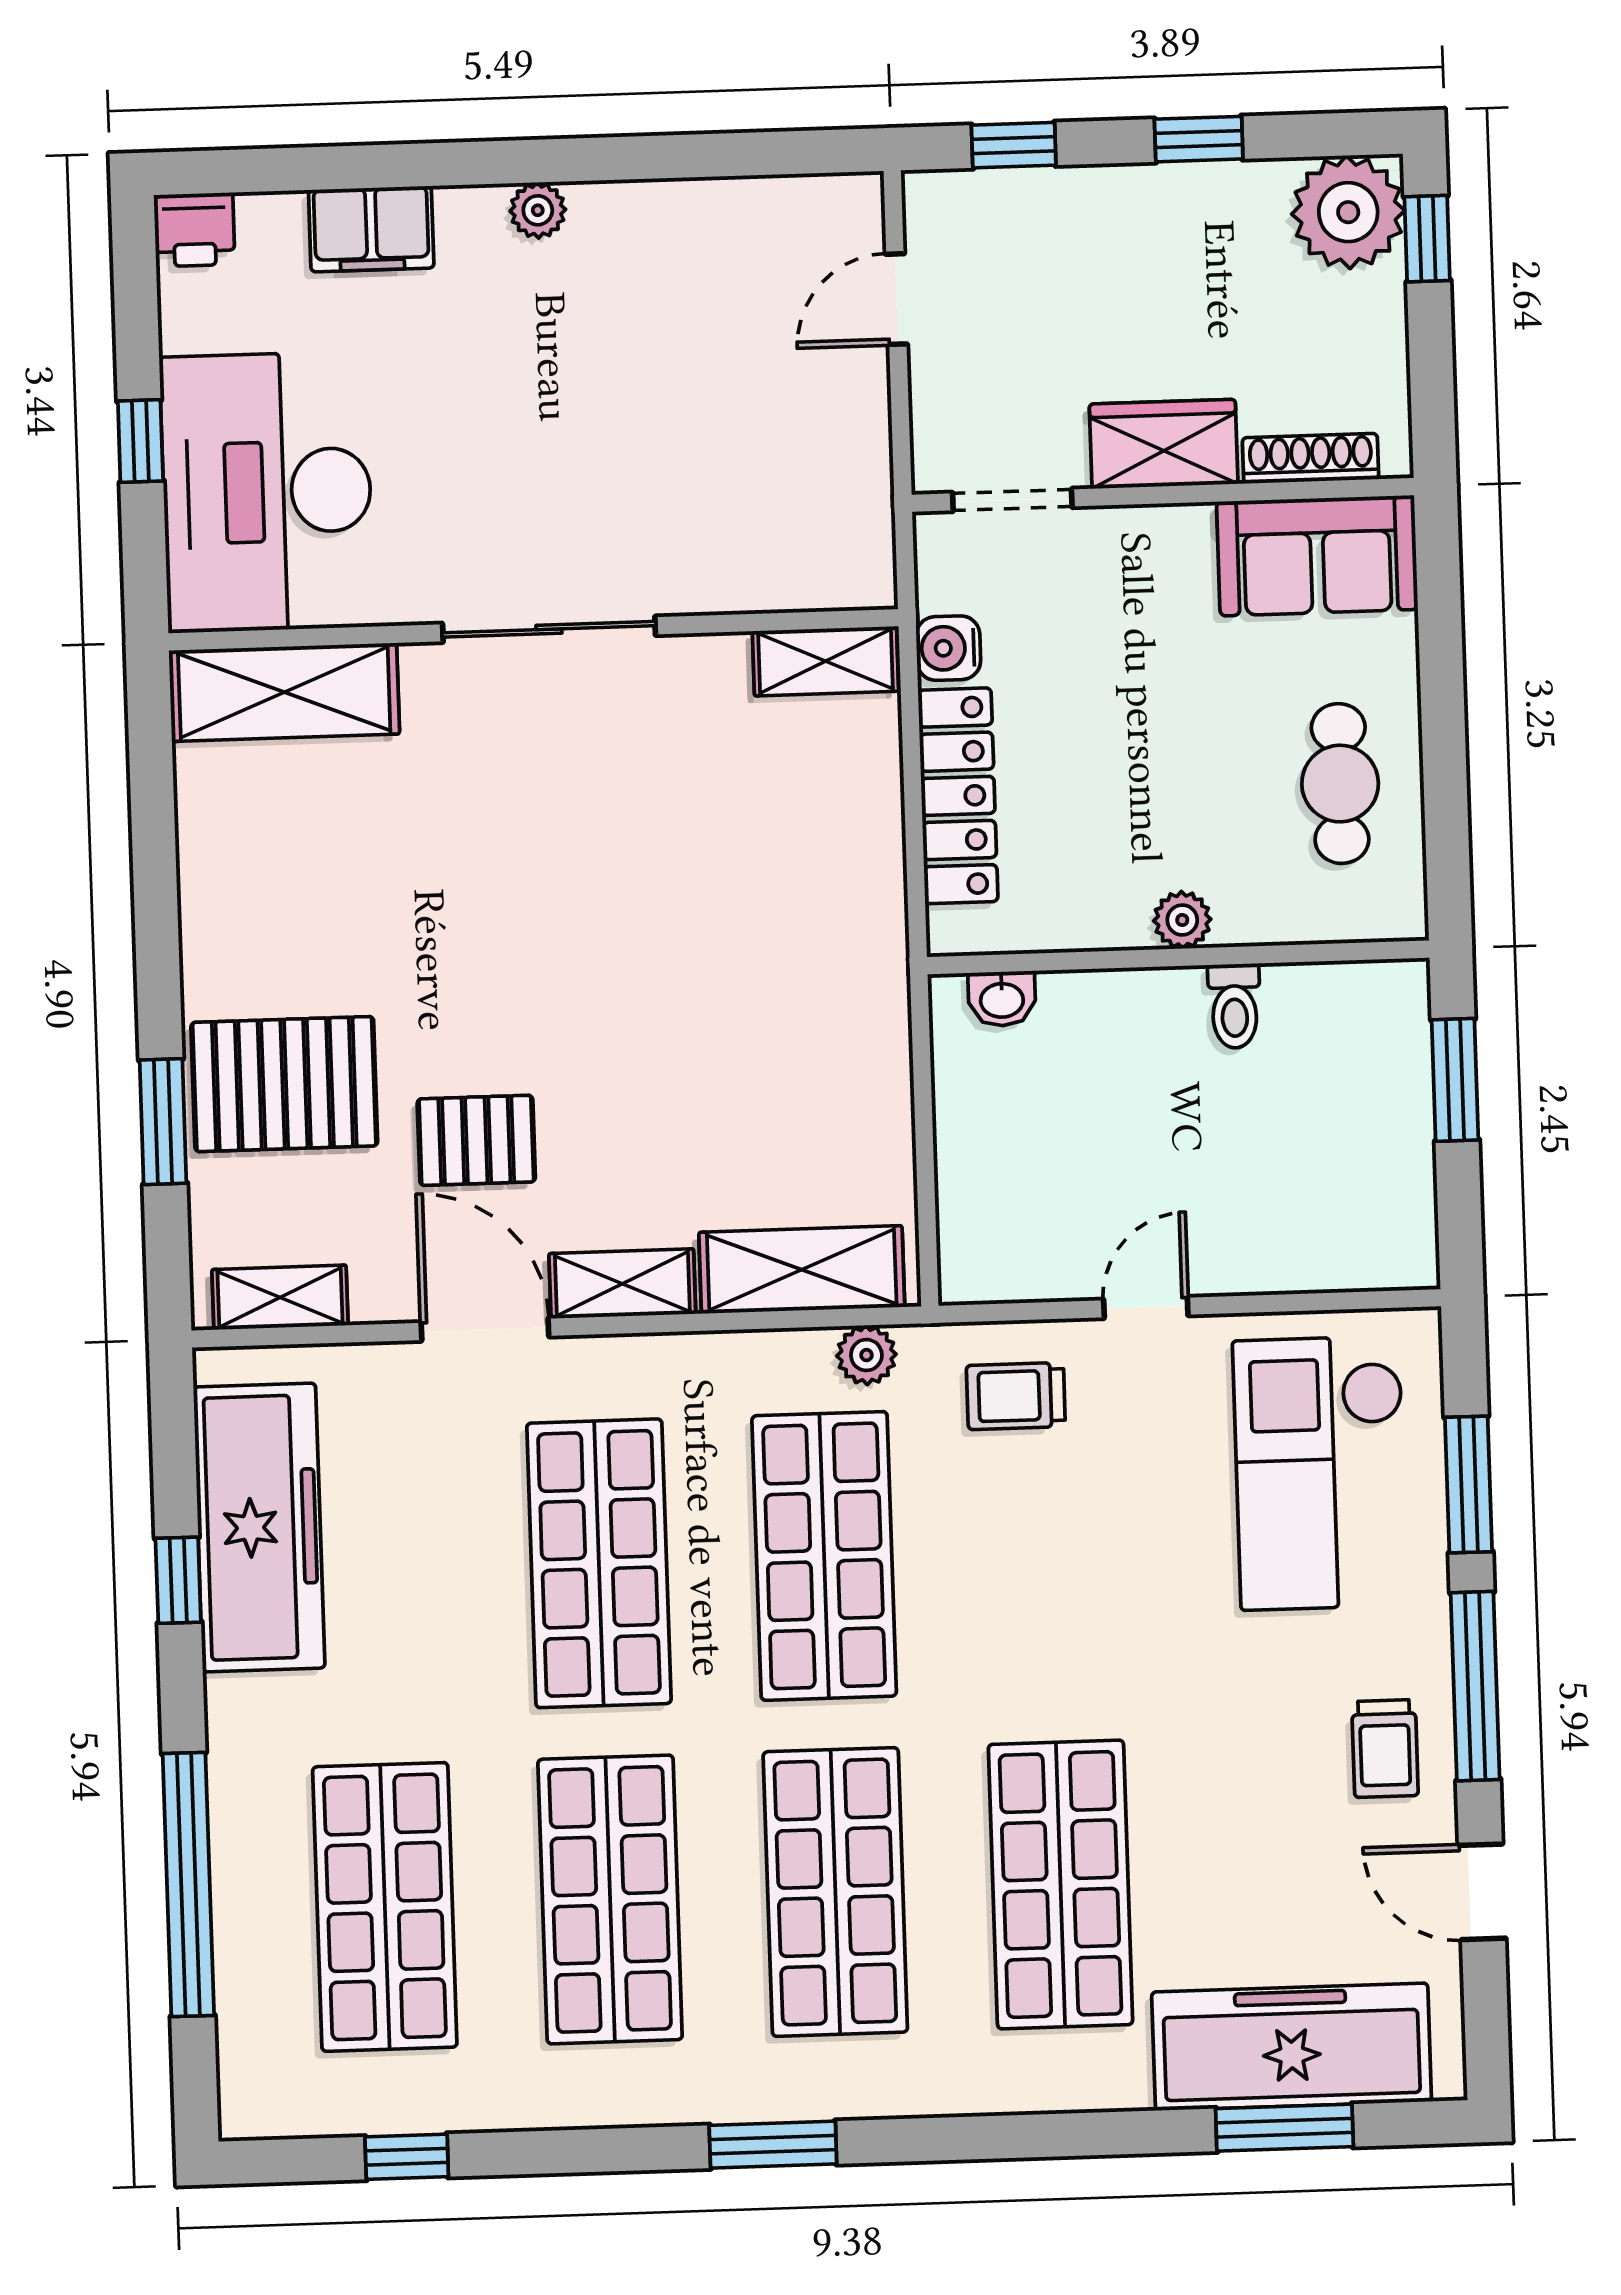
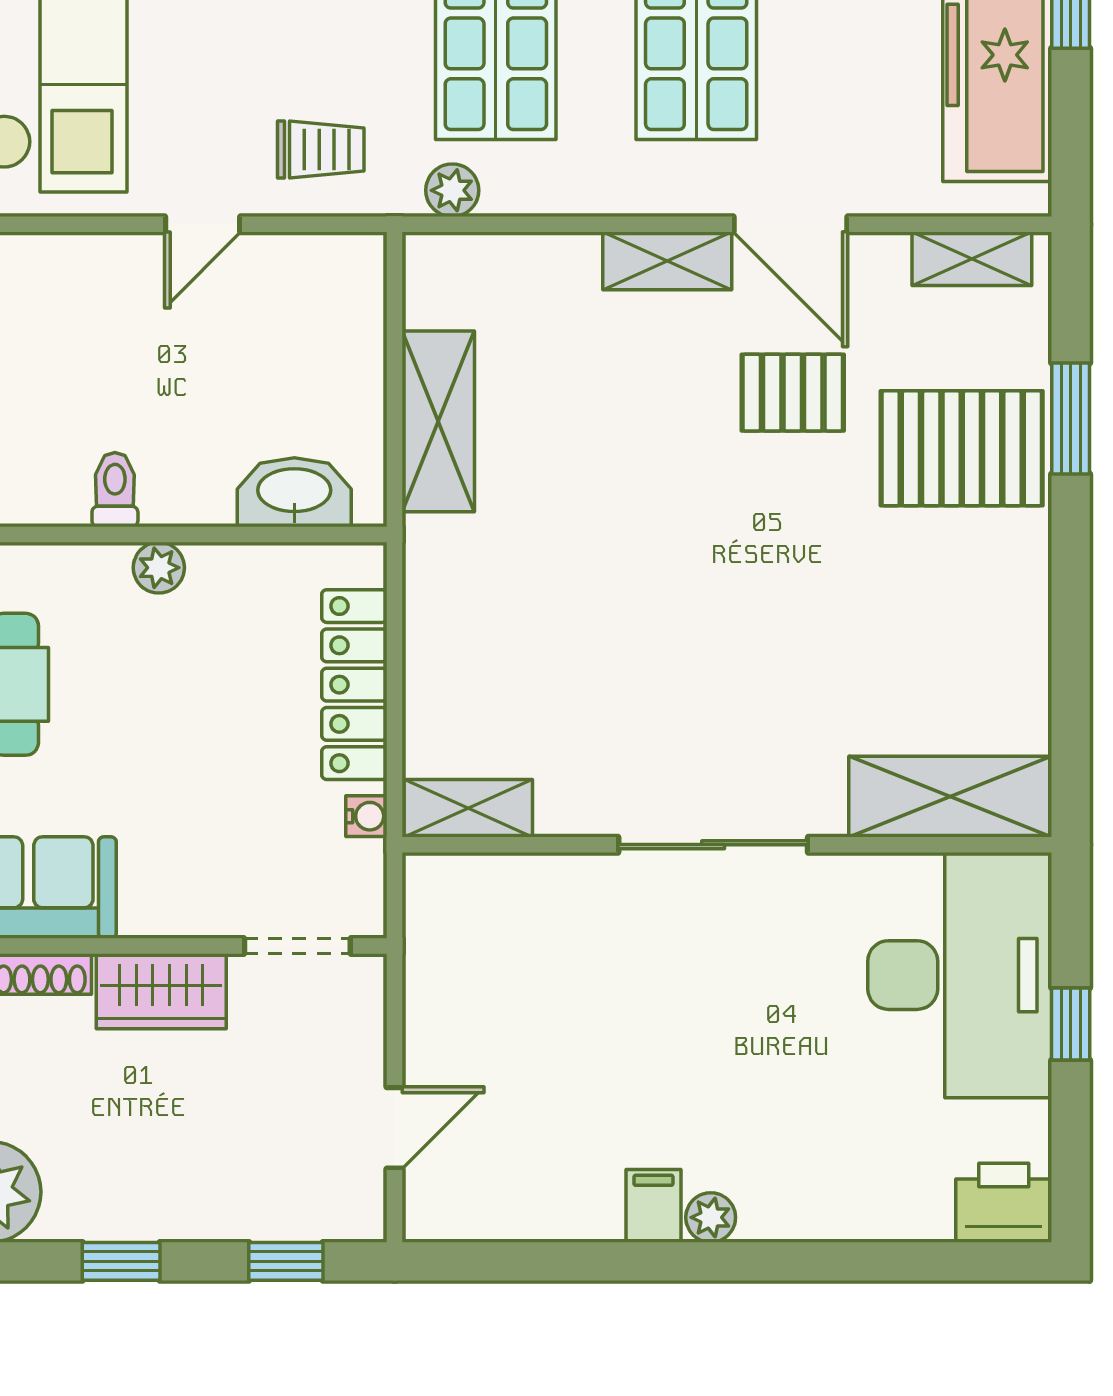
filing cabinet: (371, 229) -> (653, 1206), moved, width x0.50
printer: (194, 230) -> (1004, 1203), width x1.36, depth x1.24
water cooler: (948, 648) -> (366, 816), width x0.72, depth x0.72
washbasin: (1002, 999) -> (294, 492), width x1.91, depth x1.45
shelving: (802, 1270) -> (438, 421), moved, turned 90

